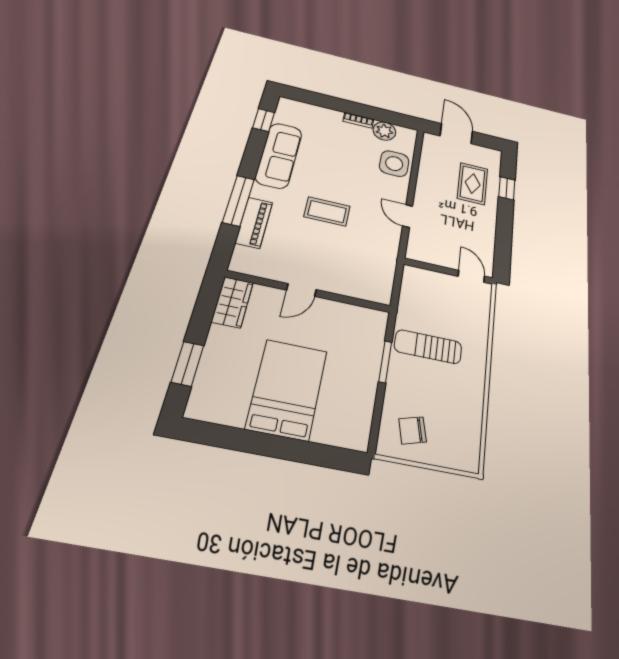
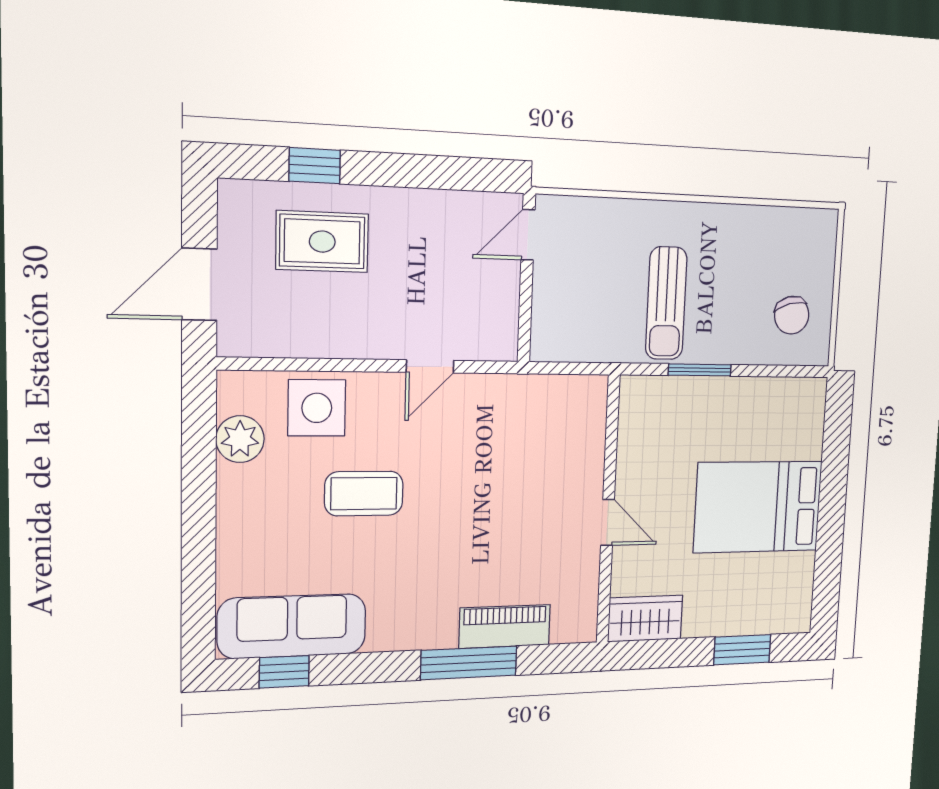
bookcase: (358, 120) -> (228, 496), removed
sofa: (279, 155) -> (292, 626), moved
coffee table: (327, 212) -> (364, 494), moved, turned 90

